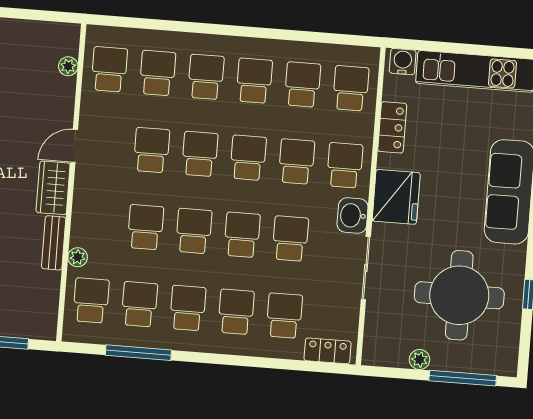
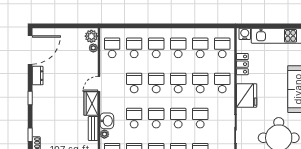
plant: (66, 40) -> (91, 36), added
washbasin: (353, 216) -> (107, 121), moved, turned 180

